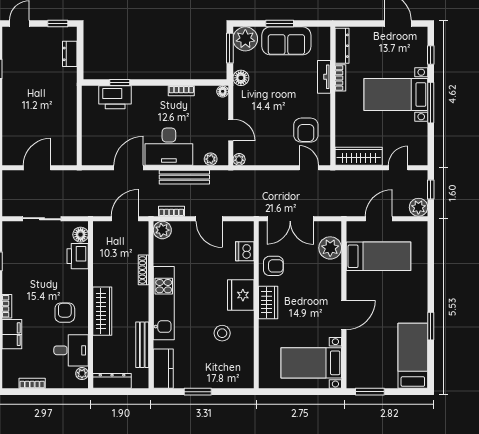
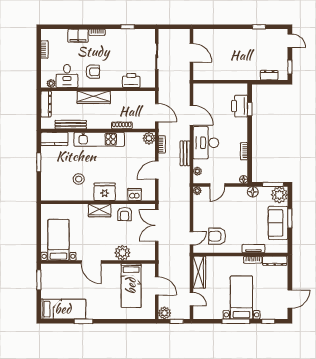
bench: (184, 177) -> (185, 153), width x0.73
floor lamp: (81, 235) -> (146, 82), removed
plant: (330, 248) -> (122, 253), moved

